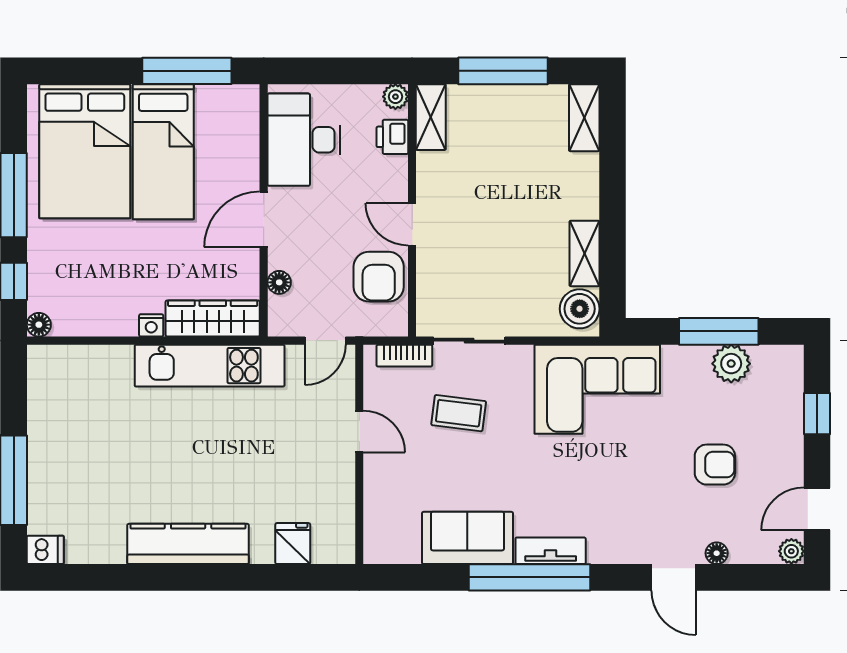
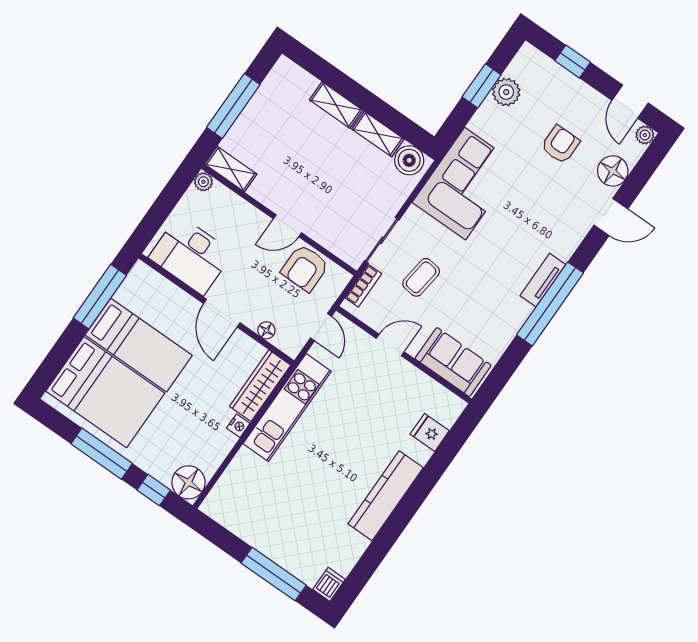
shelving: (584, 118) -> (336, 105), moved
printer: (392, 137) -> (226, 201), removed
armchair: (379, 277) -> (305, 268), turned 90
floor lamp: (39, 325) -> (188, 482), width x1.89, depth x1.89
window: (719, 331) -> (482, 86), width x0.69
sofa: (467, 538) -> (453, 362), moved, turned 90
floor lamp: (717, 553) -> (613, 171), width x1.89, depth x1.89

